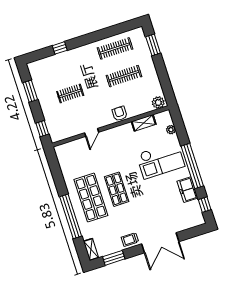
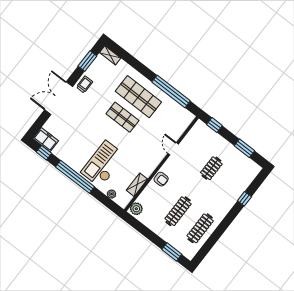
freezer: (187, 190) -> (46, 140), moved
window: (71, 216) -> (171, 91), moved

